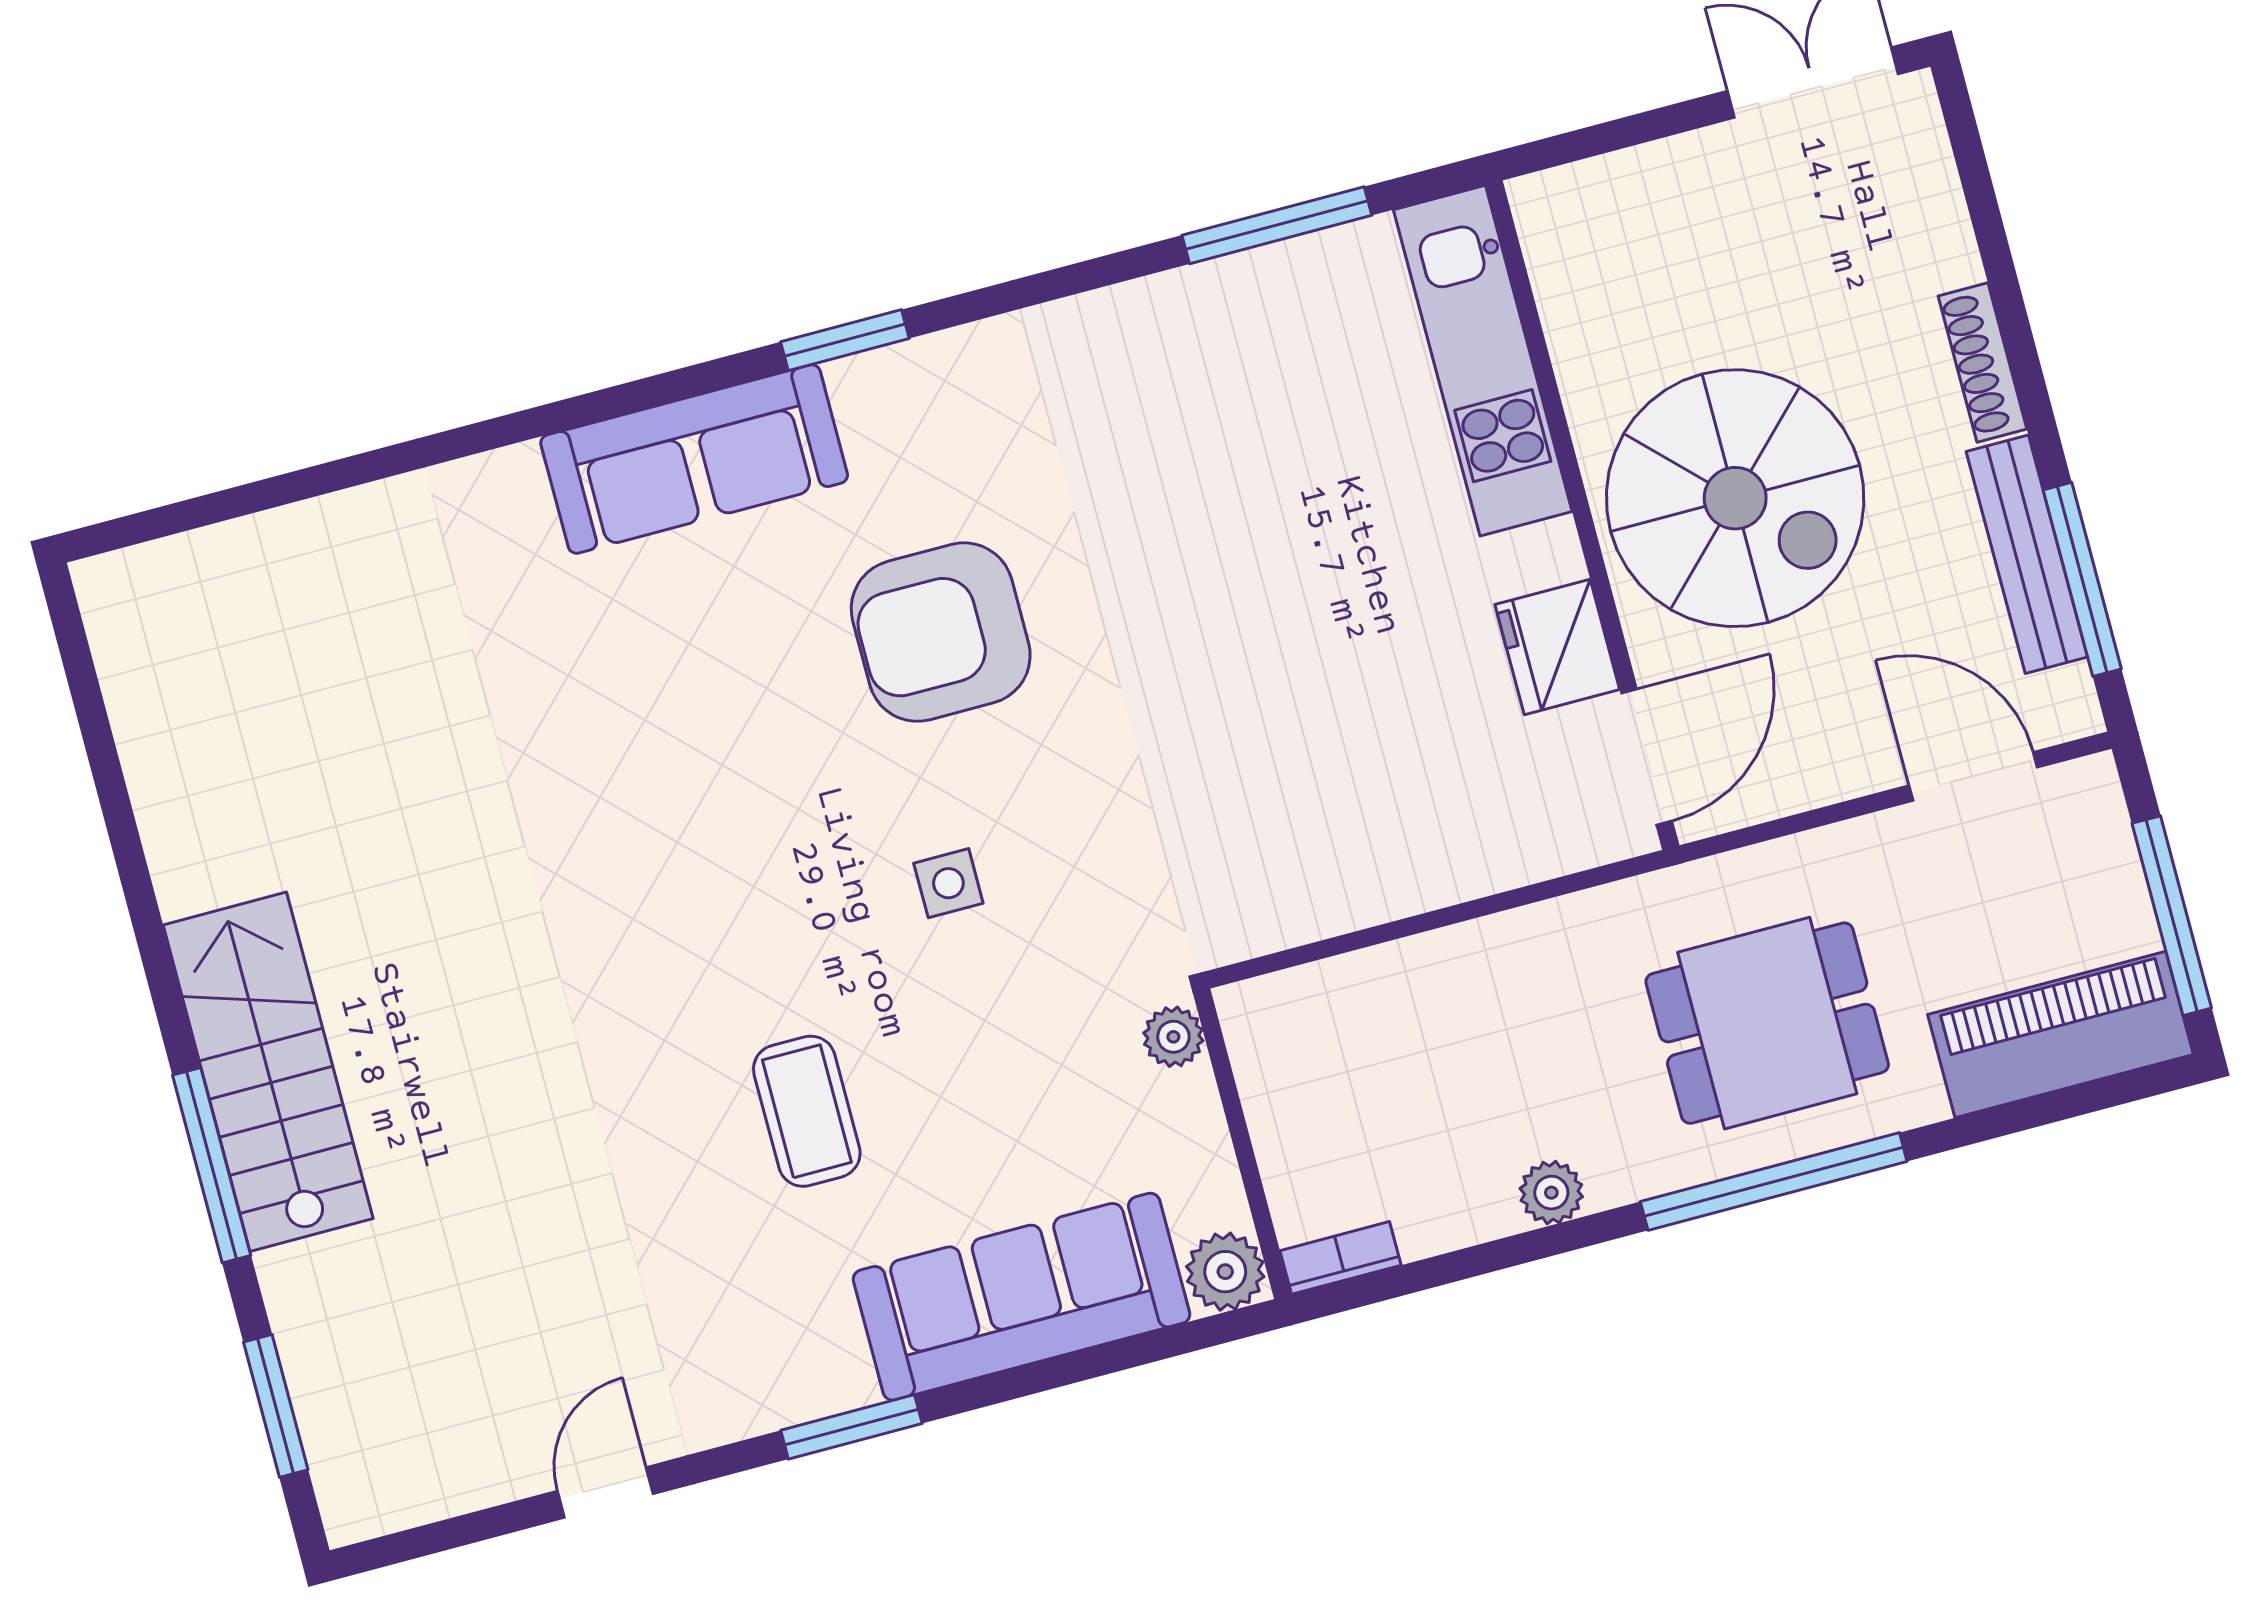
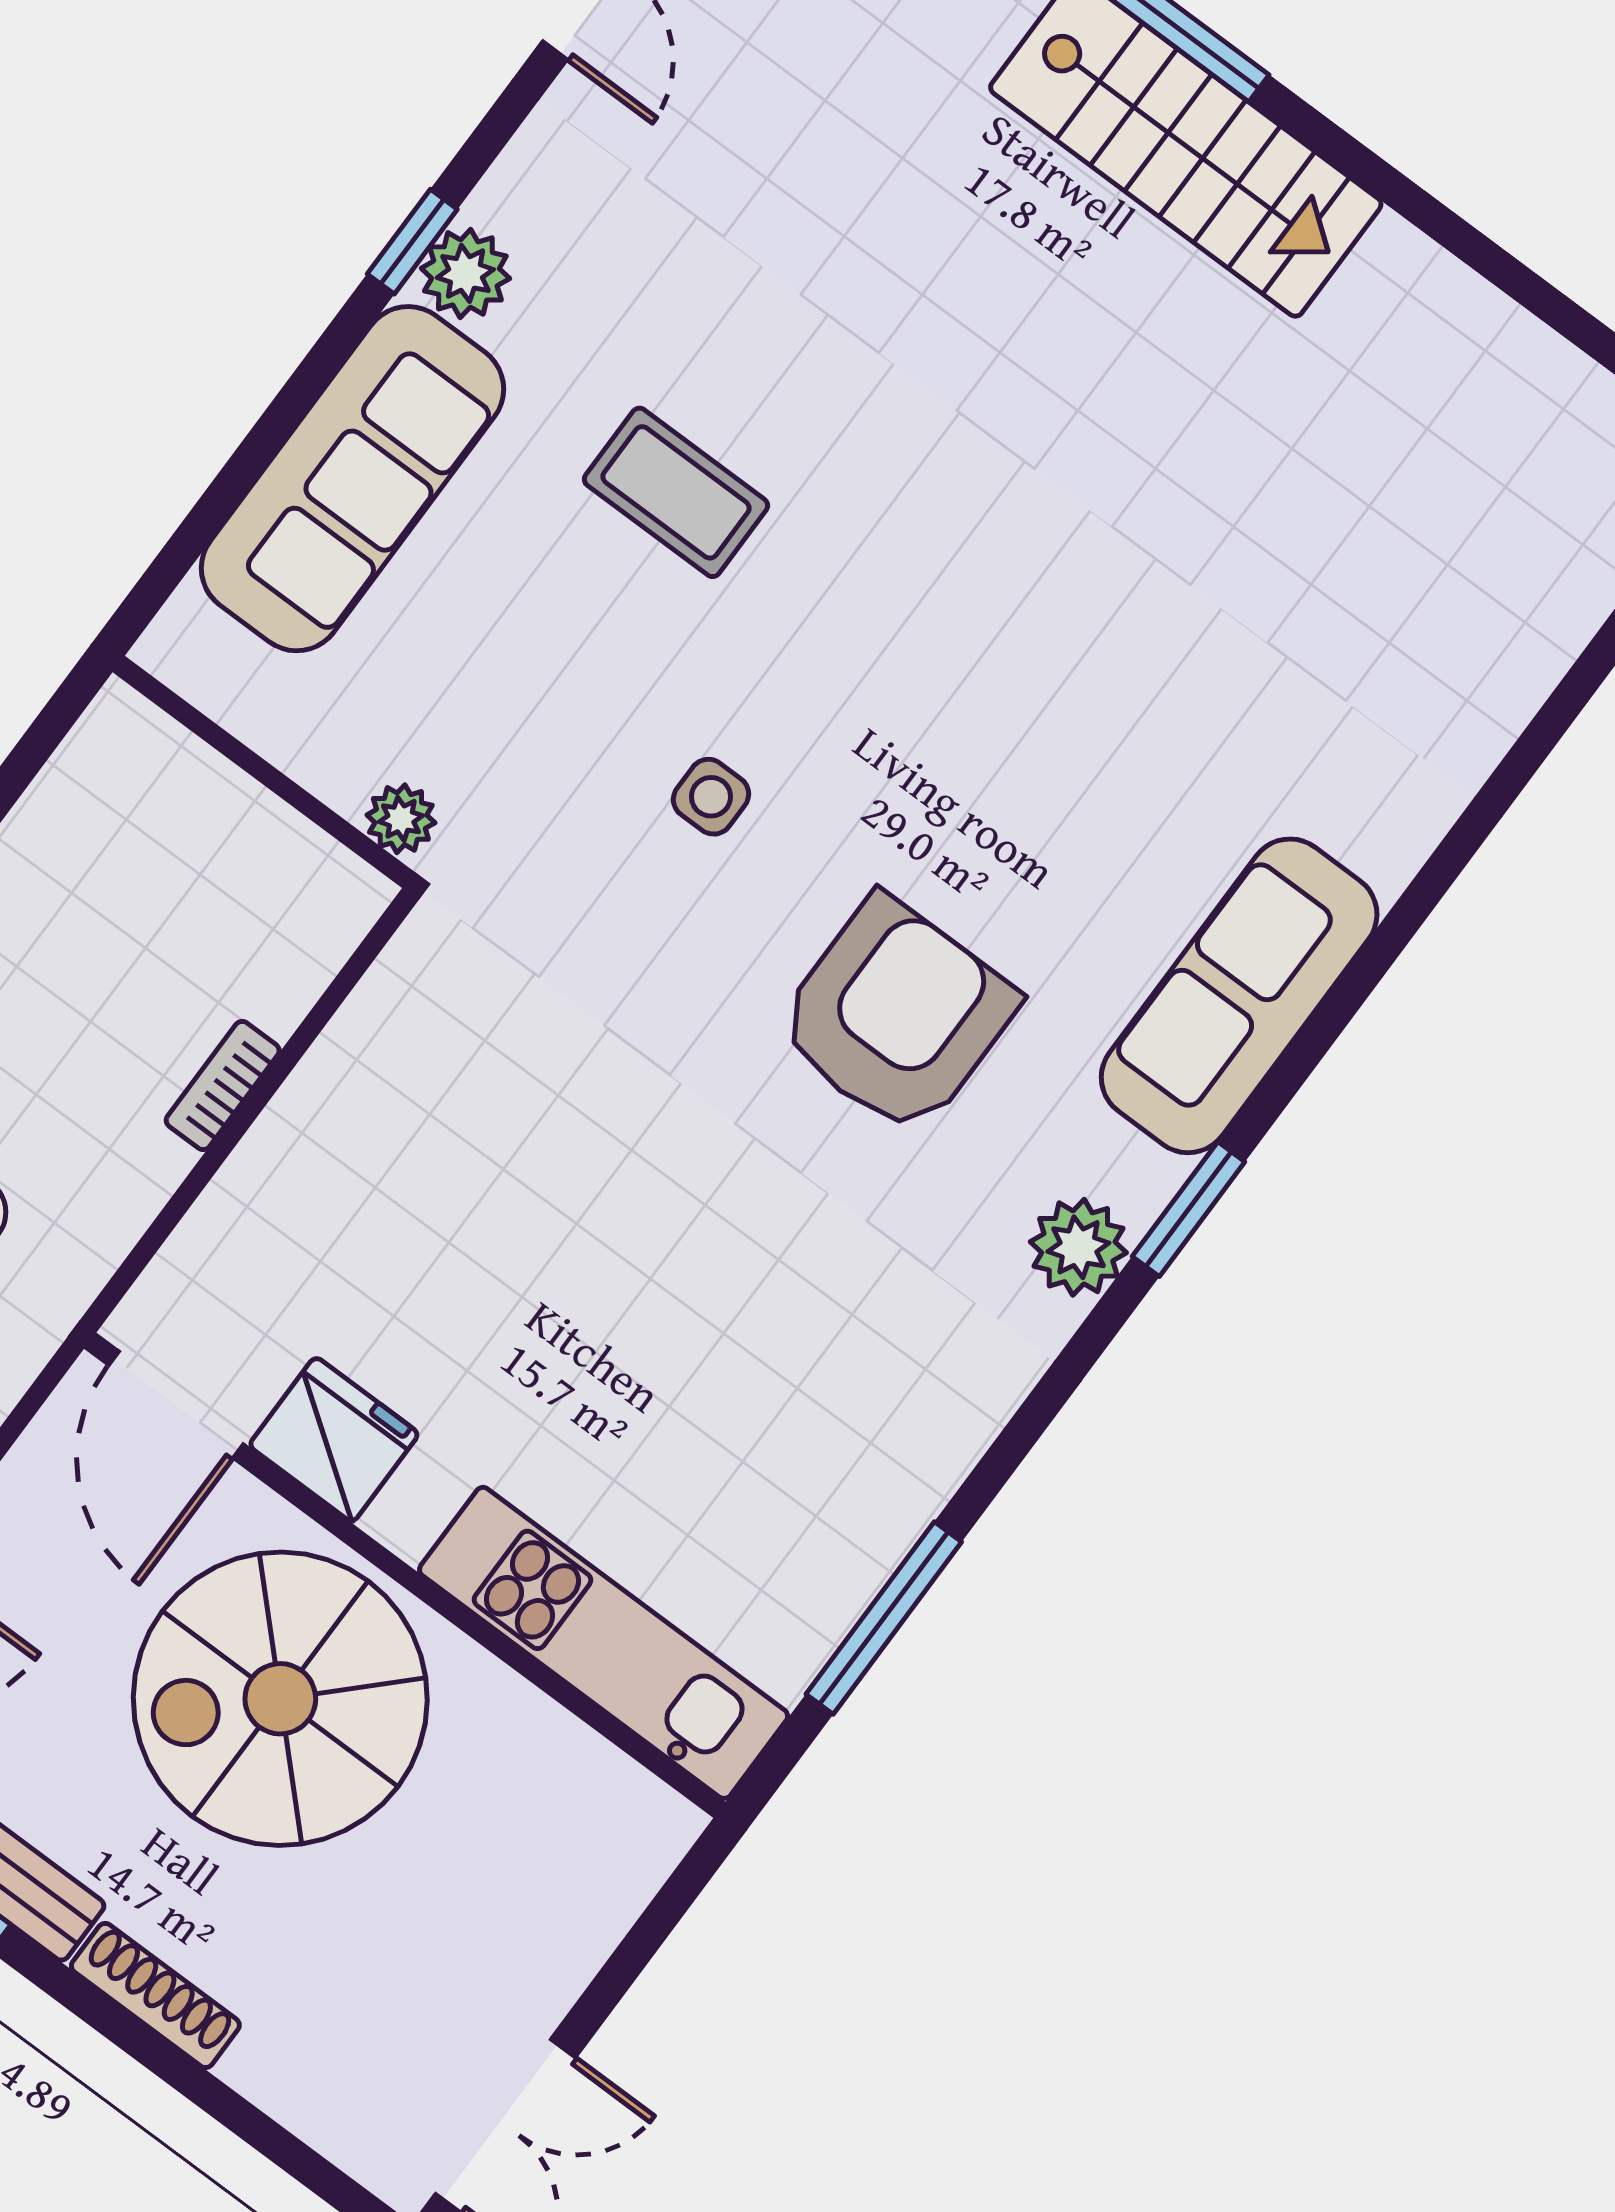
plant: (941, 374) -> (1078, 1247), added
bookcase: (1340, 1258) -> (223, 1086), moved, turned 180
plant: (1225, 1272) -> (465, 273), moved
window: (851, 1427) -> (412, 242), width x0.67

